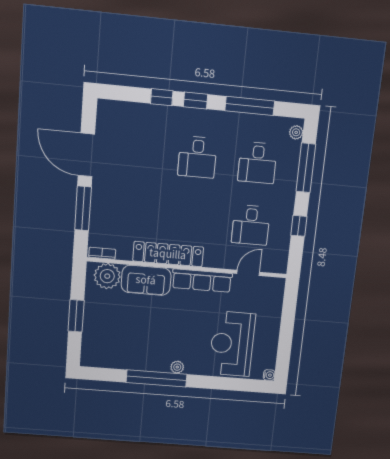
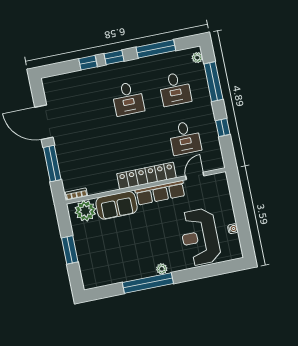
locker: (168, 254) -> (147, 176), moved
water cooler: (269, 375) -> (233, 229), moved

